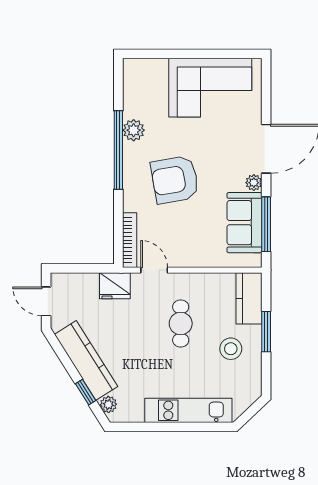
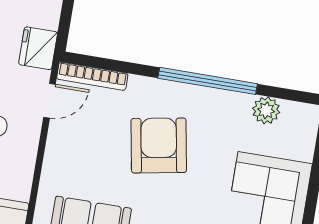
plant: (134, 130) -> (266, 110), moved

